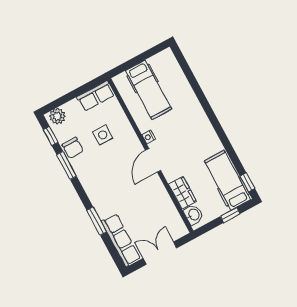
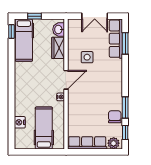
nightstand: (180, 81) -> (20, 122), added
row of seats: (96, 96) -> (87, 143), width x1.48
side table: (103, 135) -> (87, 57), moved
window: (97, 221) -> (125, 43), moved

